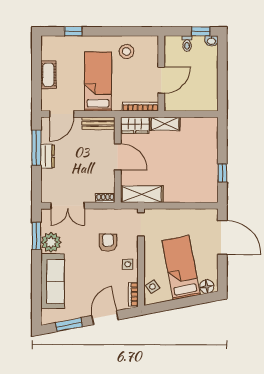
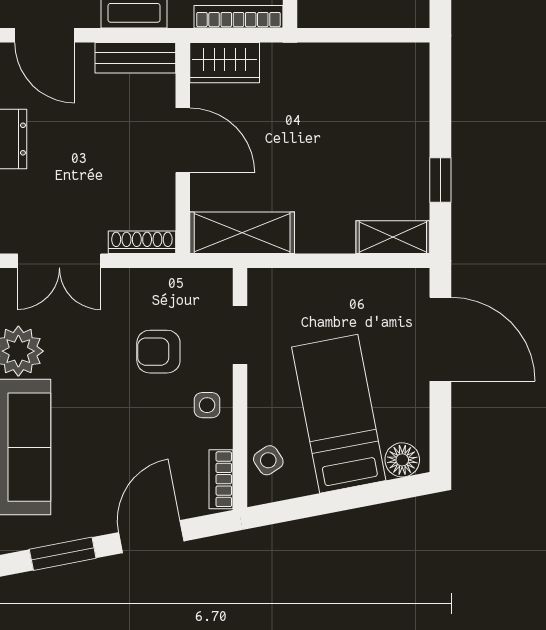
door: (62, 114) -> (45, 35), hinge flipped
shelving: (165, 124) -> (393, 237), moved
shoe rack: (105, 198) -> (142, 242), width x1.43
doorway: (141, 224) -> (240, 335), moved
armchair: (108, 243) -> (158, 352), turned -90

